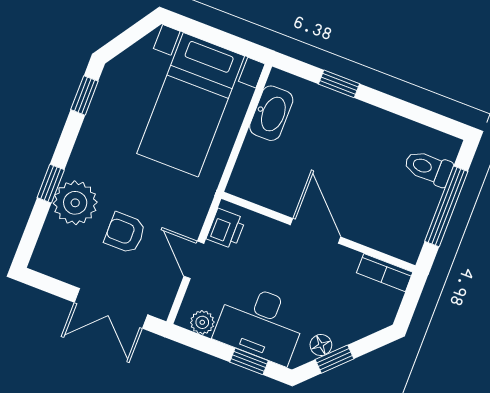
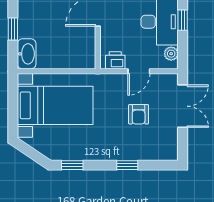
washbasin: (271, 113) -> (27, 54), moved, turned 90
plant: (75, 203) -> (133, 148), removed

